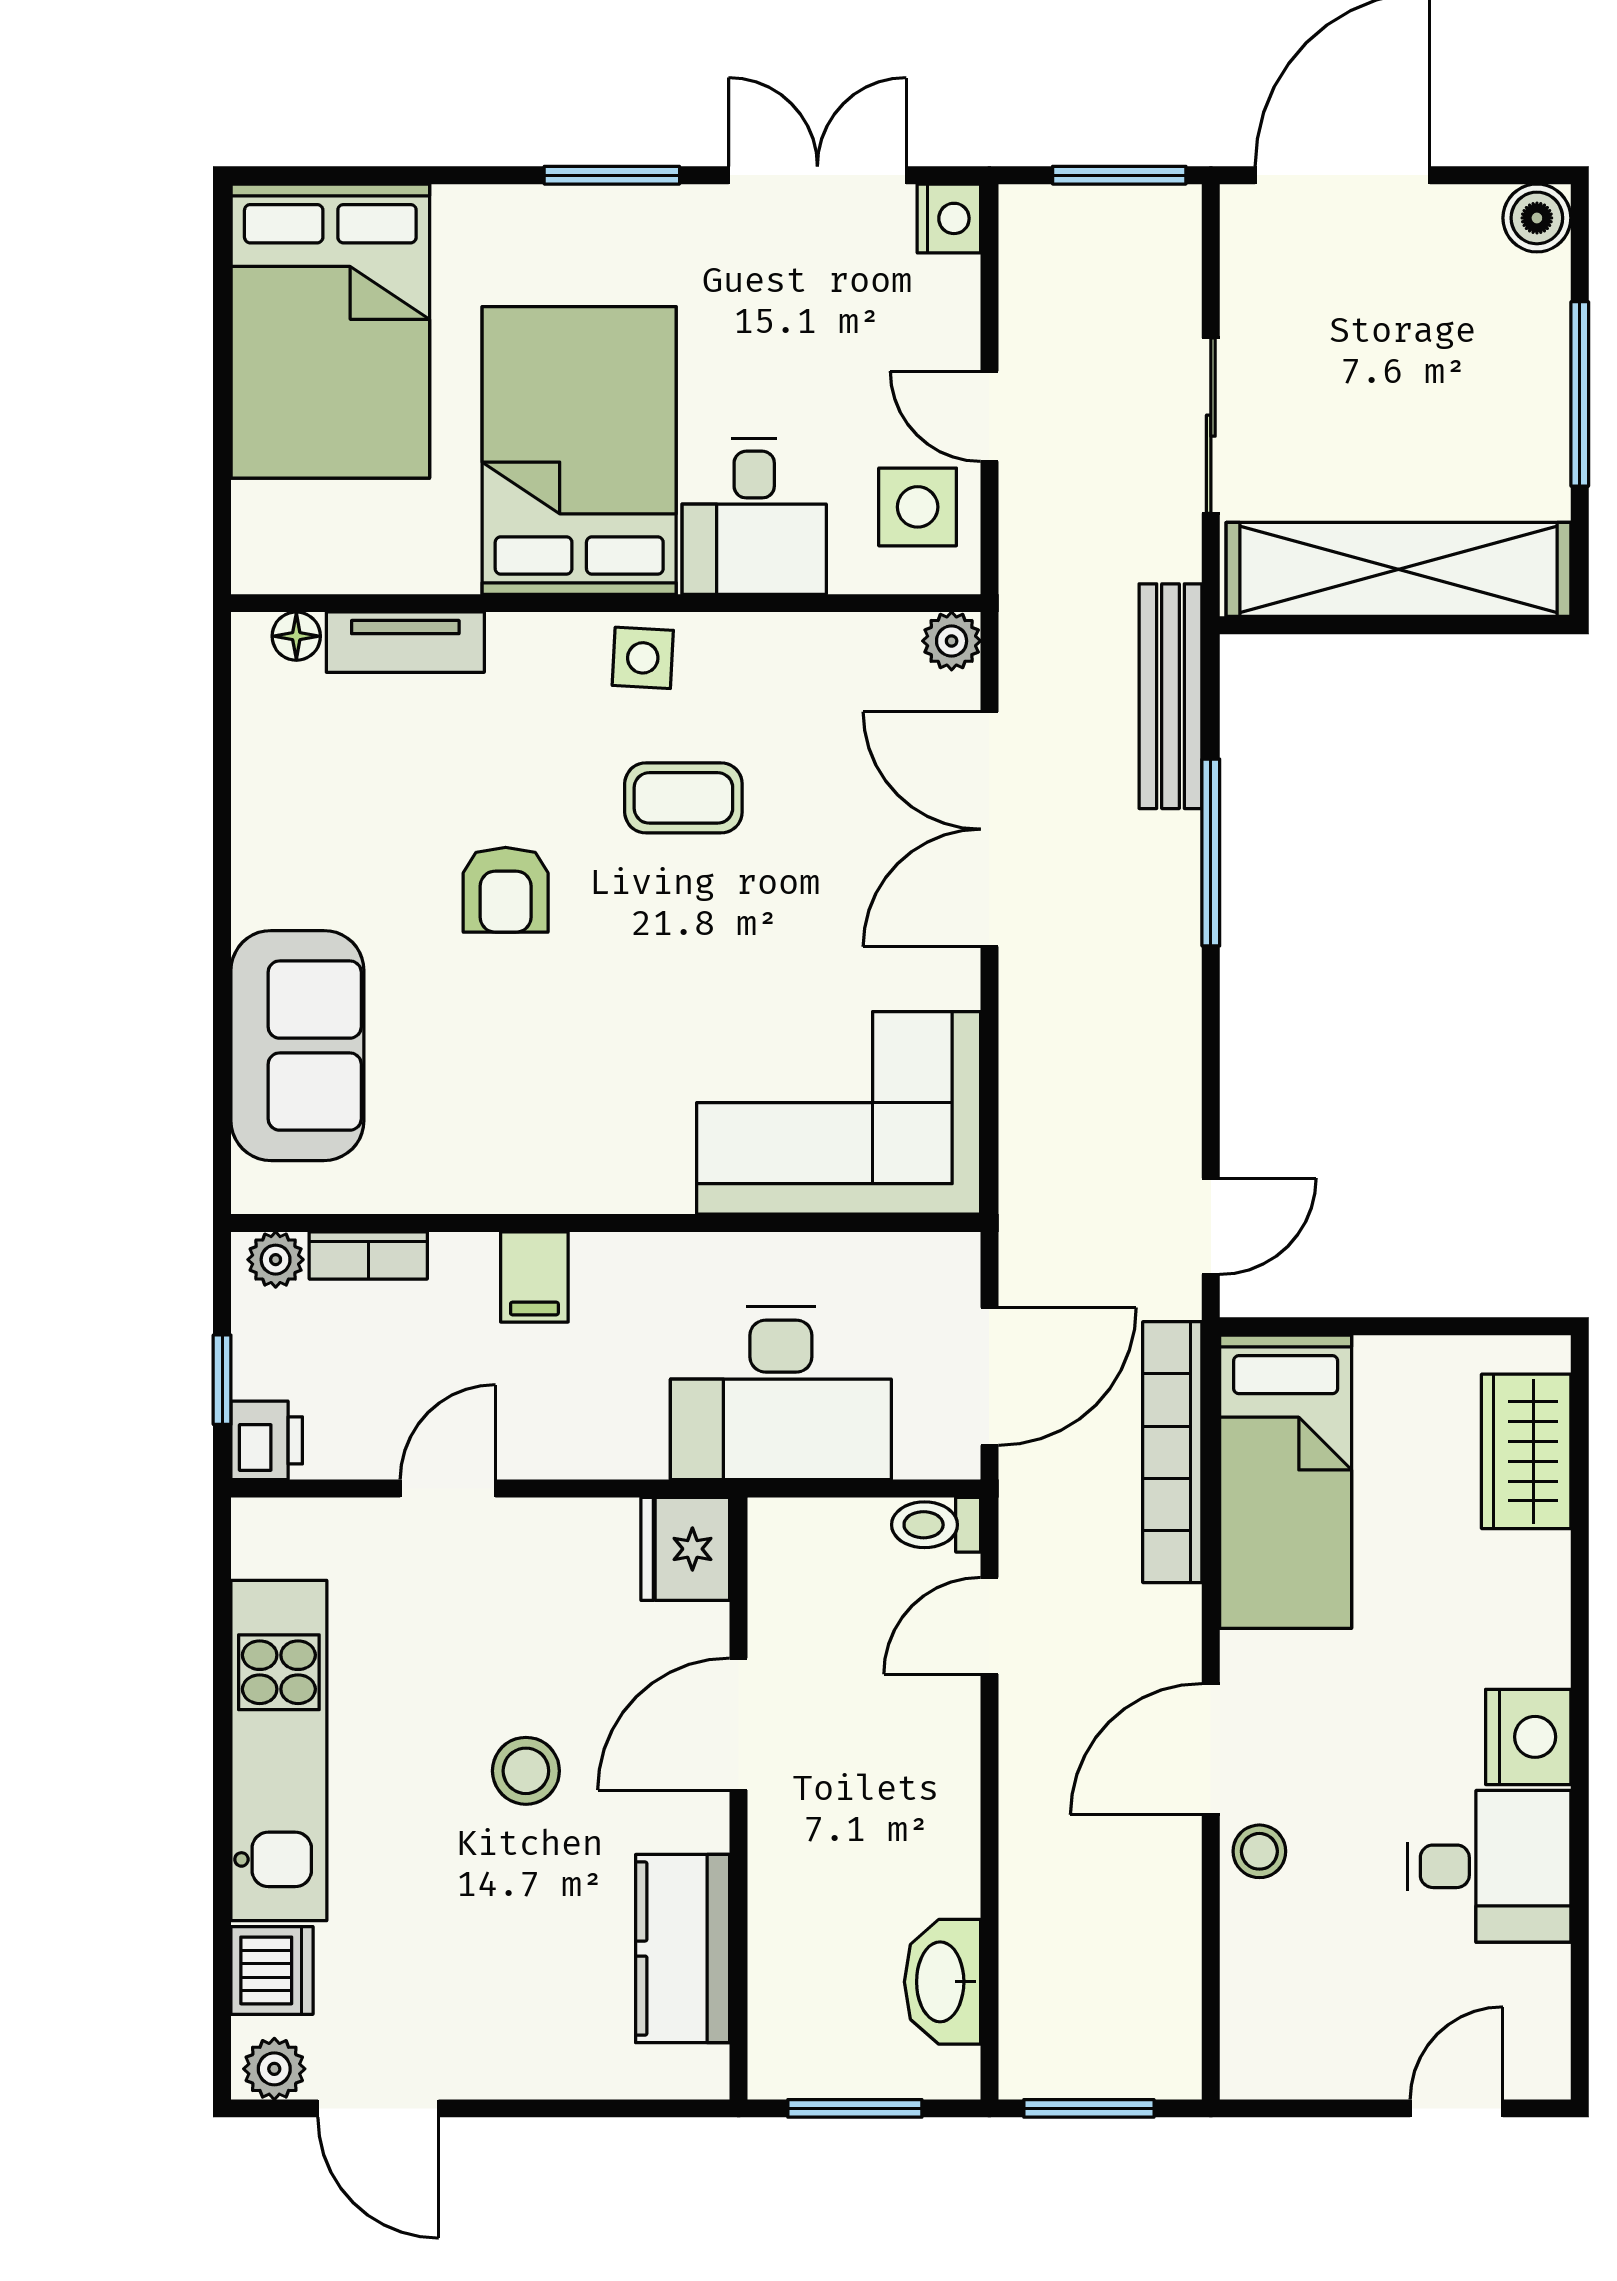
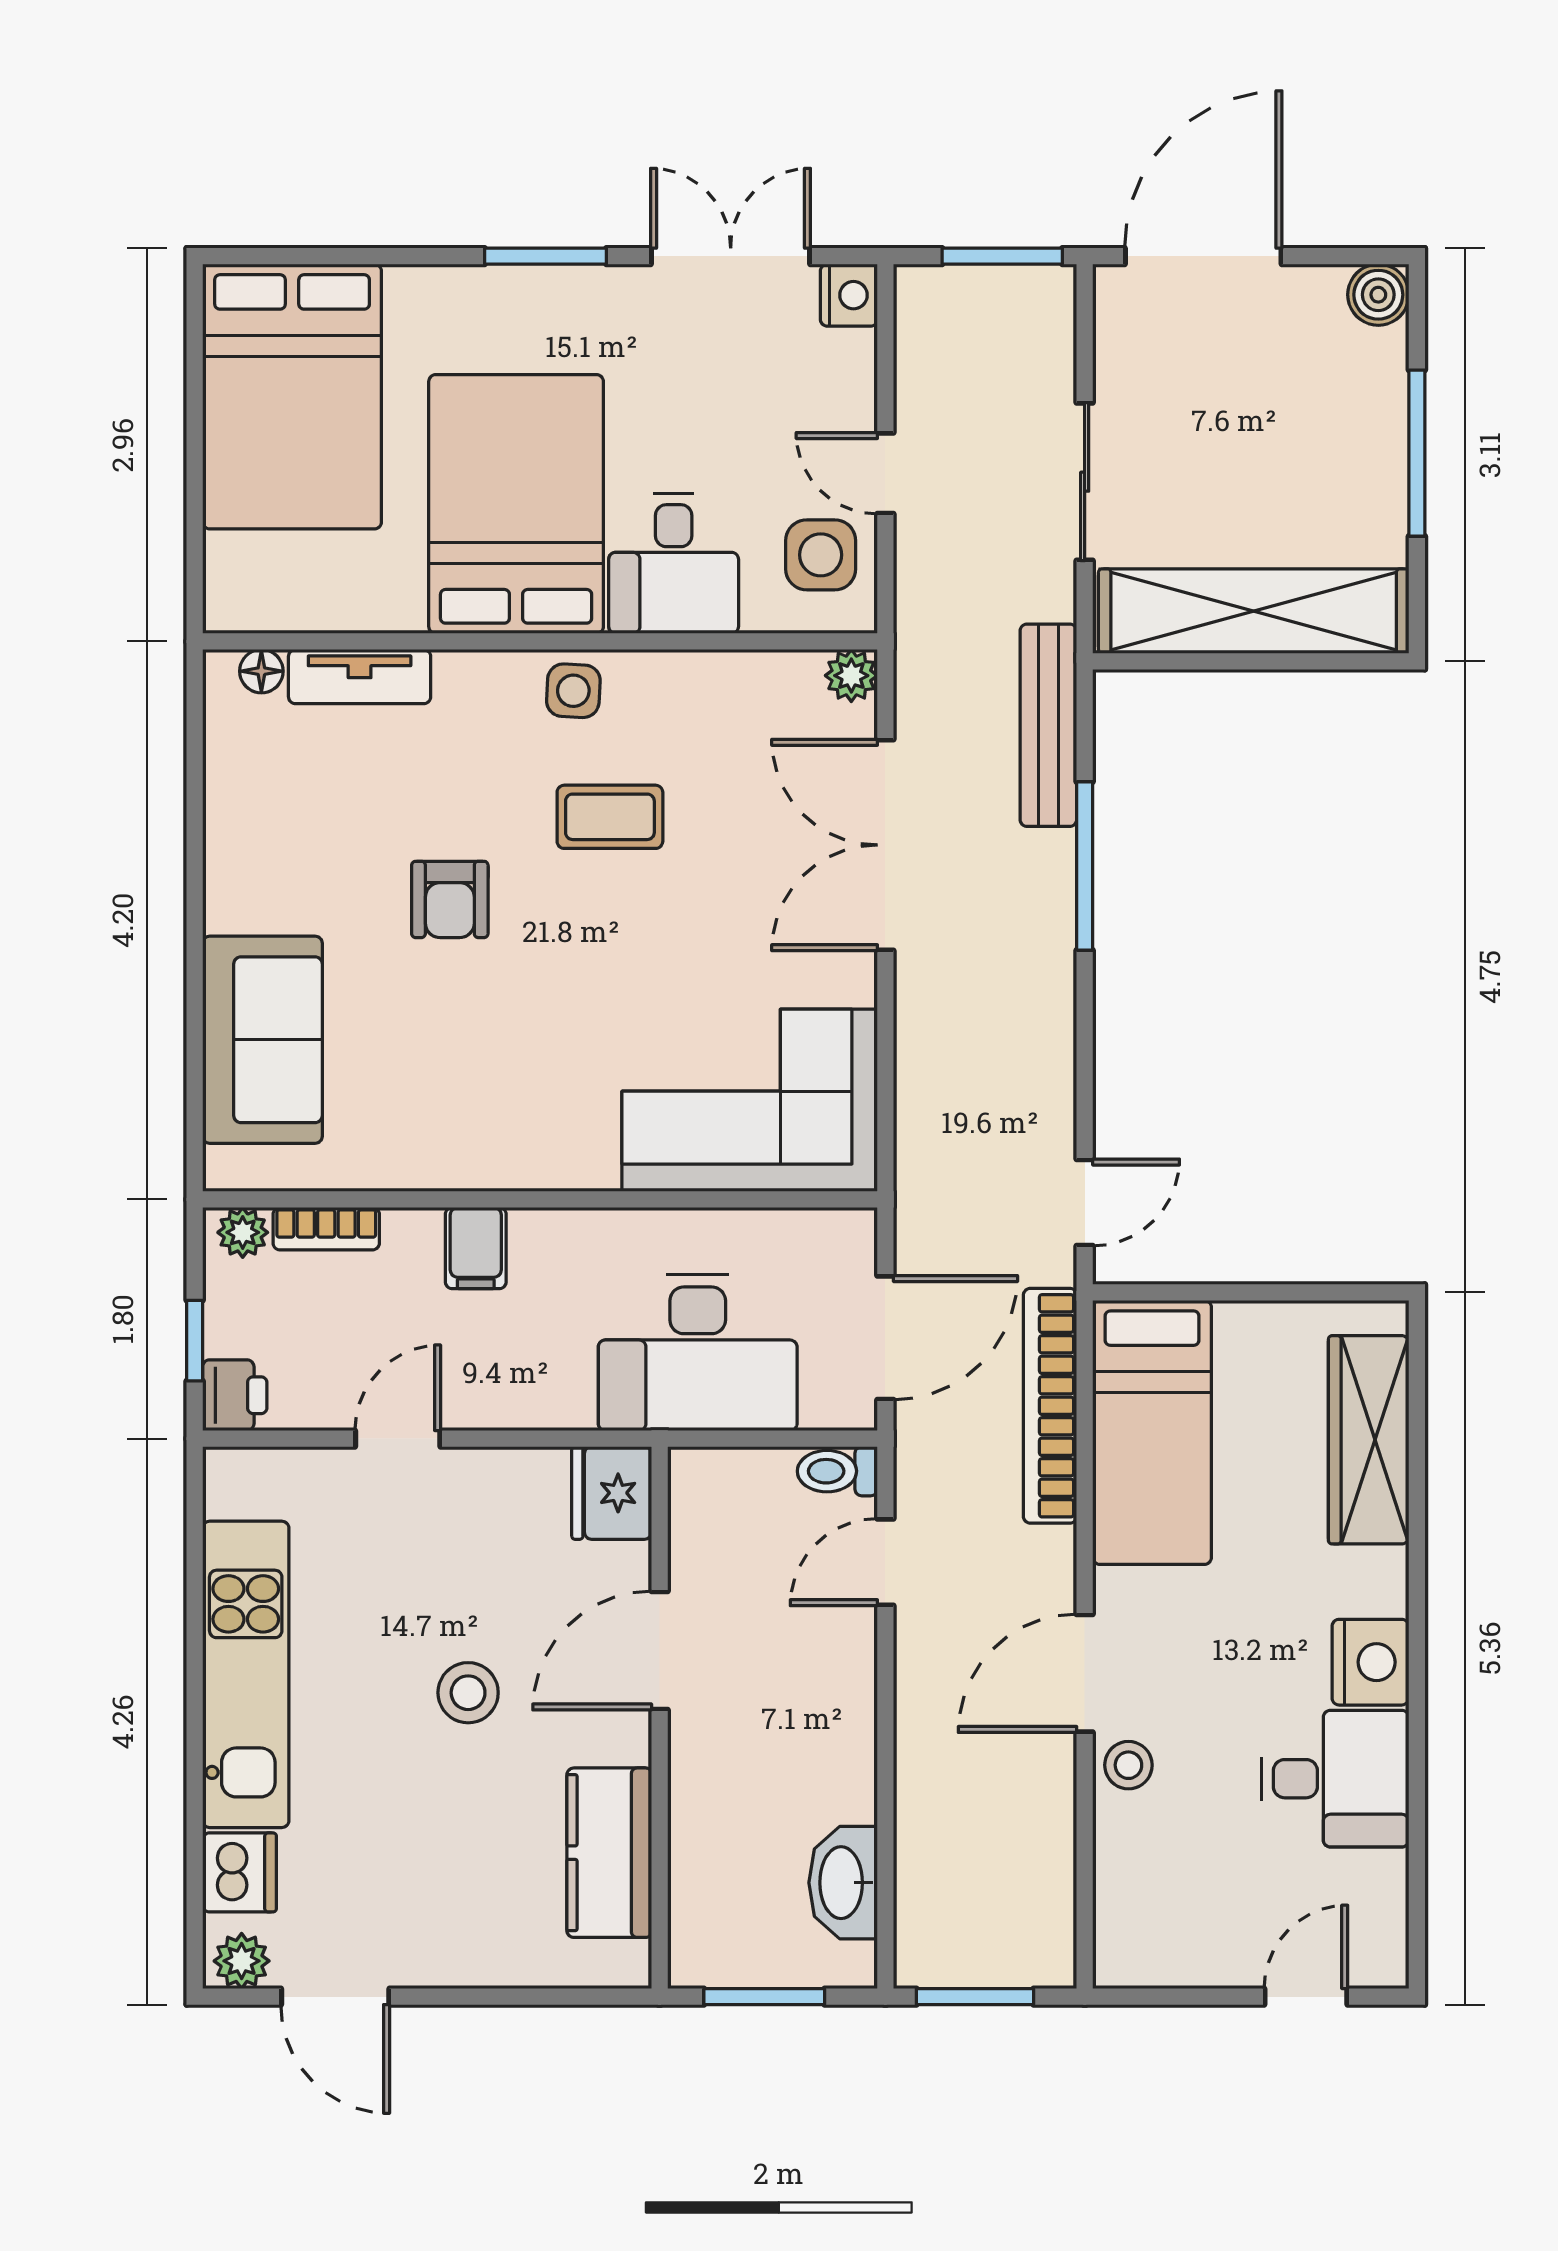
wardrobe: (1526, 1451) -> (1369, 1440), width x1.50

